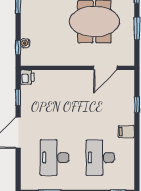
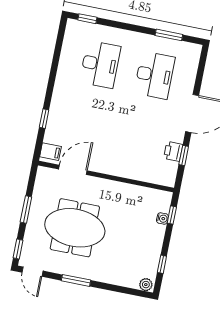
printer: (27, 77) -> (173, 151), moved
filing cabinet: (126, 131) -> (50, 152), moved

